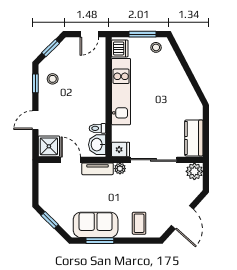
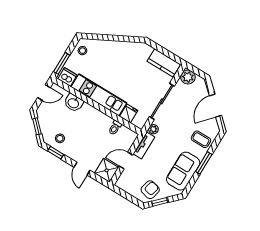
door: (89, 34) -> (44, 93), hinge flipped
window: (142, 34) -> (62, 63), moved
washbasin: (97, 145) -> (74, 103), moved
fridge: (121, 149) -> (129, 114), moved
armchair: (56, 203) -> (150, 190), added
door: (182, 217) -> (215, 106), swing flipped
window: (100, 241) -> (204, 163), moved

